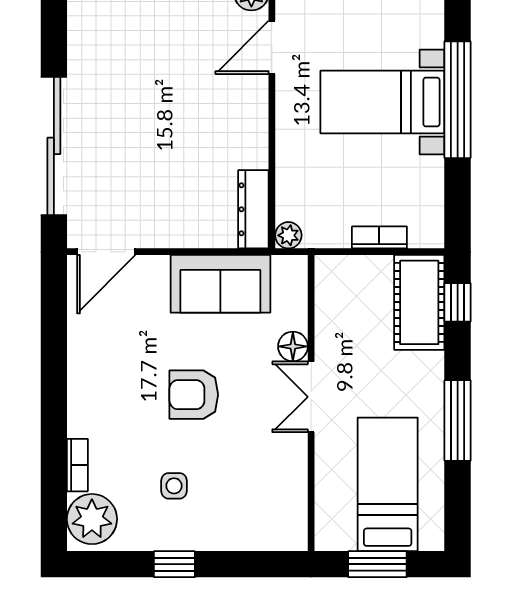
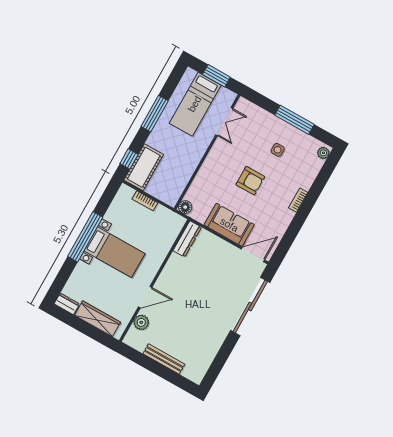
plant: (288, 235) -> (179, 221), removed
sofa: (220, 284) -> (229, 225), moved
floor lamp: (293, 346) -> (185, 207), moved
double door: (311, 397) -> (224, 122), moved
bookcase: (77, 465) -> (298, 200), moved
plant: (92, 519) -> (323, 153), width x0.53, depth x0.53
window: (174, 564) -> (294, 120), width x2.17

